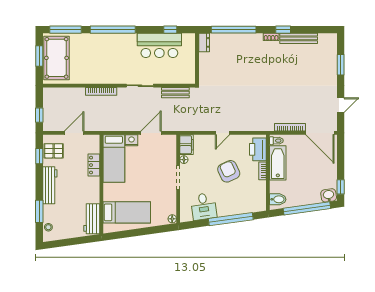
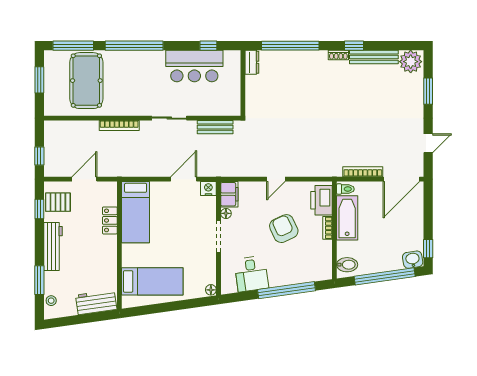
plant: (327, 42) -> (411, 62), added
pool table: (56, 58) -> (86, 81), moved
door: (320, 133) -> (401, 179), hinge flipped
nightstand: (132, 140) -> (208, 189), moved
workbench: (92, 219) -> (96, 302), moved, turned 82

